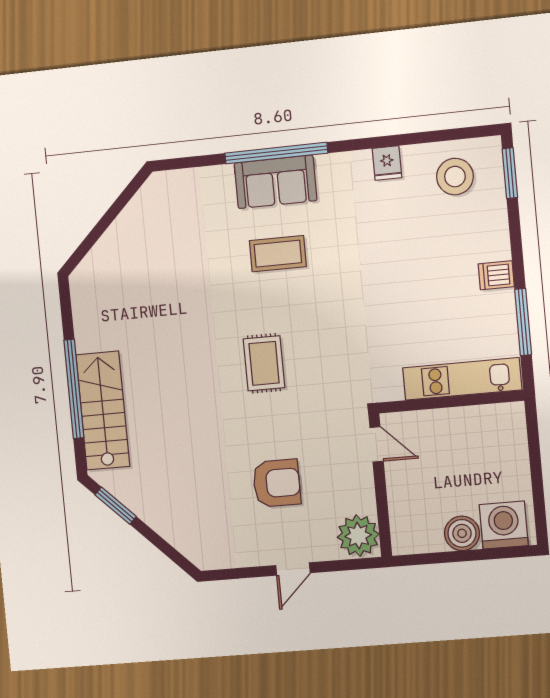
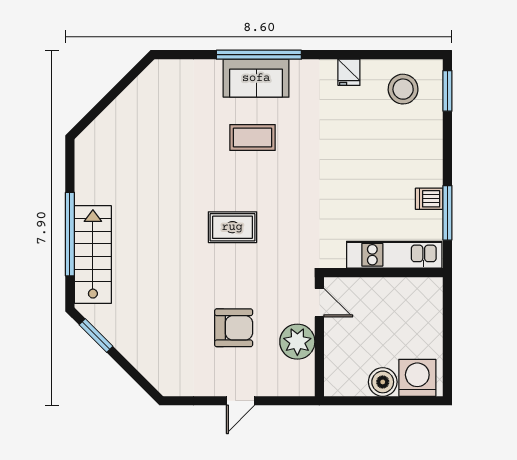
dishwasher: (496, 275) -> (429, 199), moved
rug: (264, 363) -> (232, 227), turned 90
plant: (358, 536) -> (297, 342), moved

